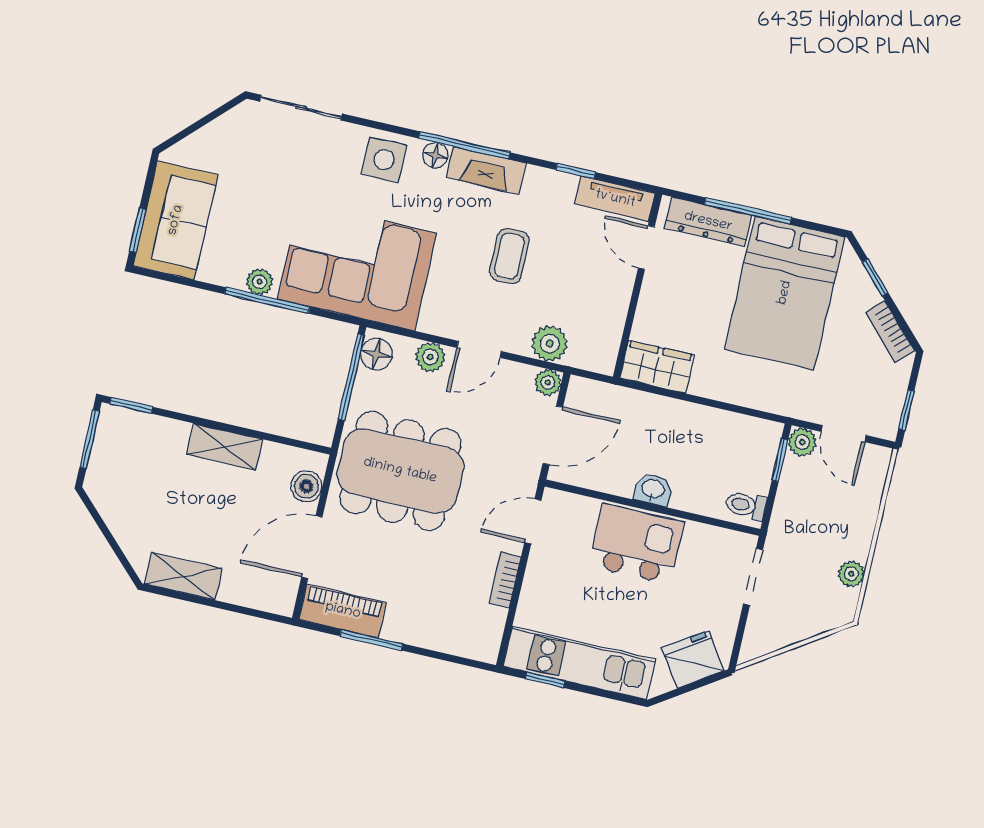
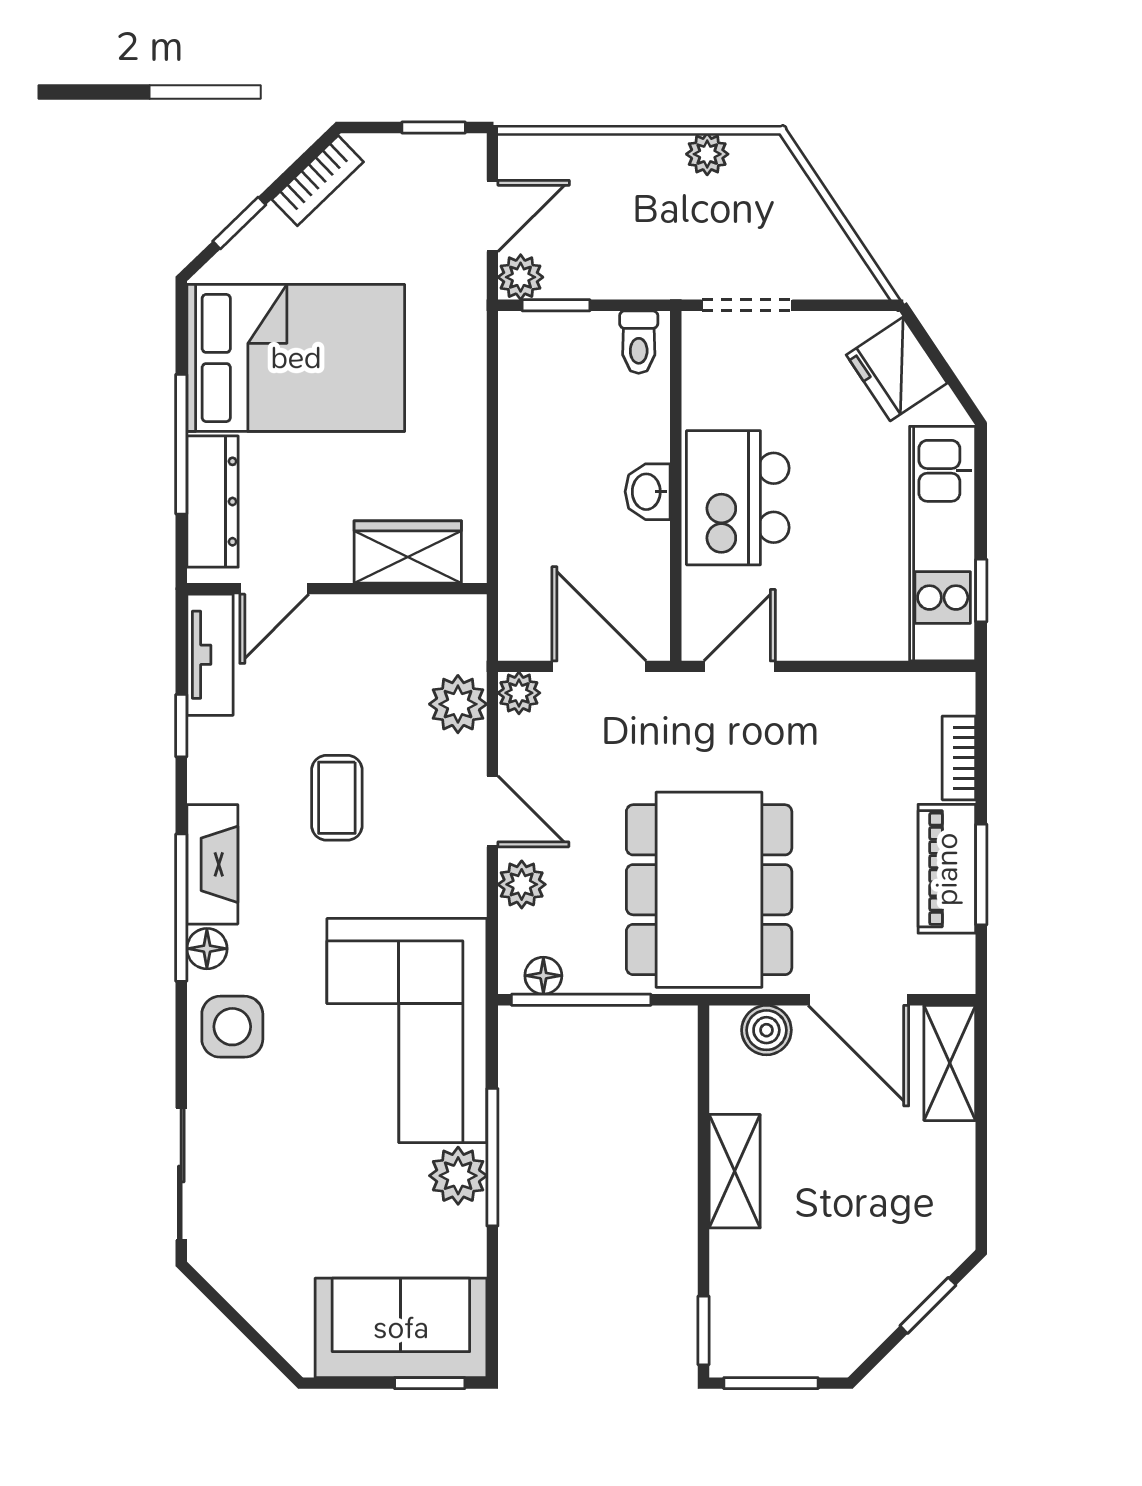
coffee table: (509, 256) -> (337, 798), turned 90
plant: (260, 282) -> (458, 1176), width x1.38, depth x1.38
floor lamp: (376, 354) -> (543, 976), width x0.73, depth x0.73
wardrobe: (657, 367) -> (408, 552), moved, turned 90
door: (533, 521) -> (740, 666), swing flipped
window: (115, 546) -> (928, 1305), added
shelving: (183, 576) -> (950, 1063), moved
bookcase: (505, 580) -> (959, 758), moved, turned 90
piano: (343, 611) -> (947, 869), moved

